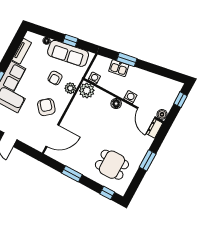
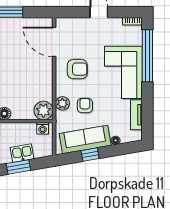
armchair: (46, 107) -> (77, 69), turned -50
door: (52, 136) -> (54, 42), hinge flipped

